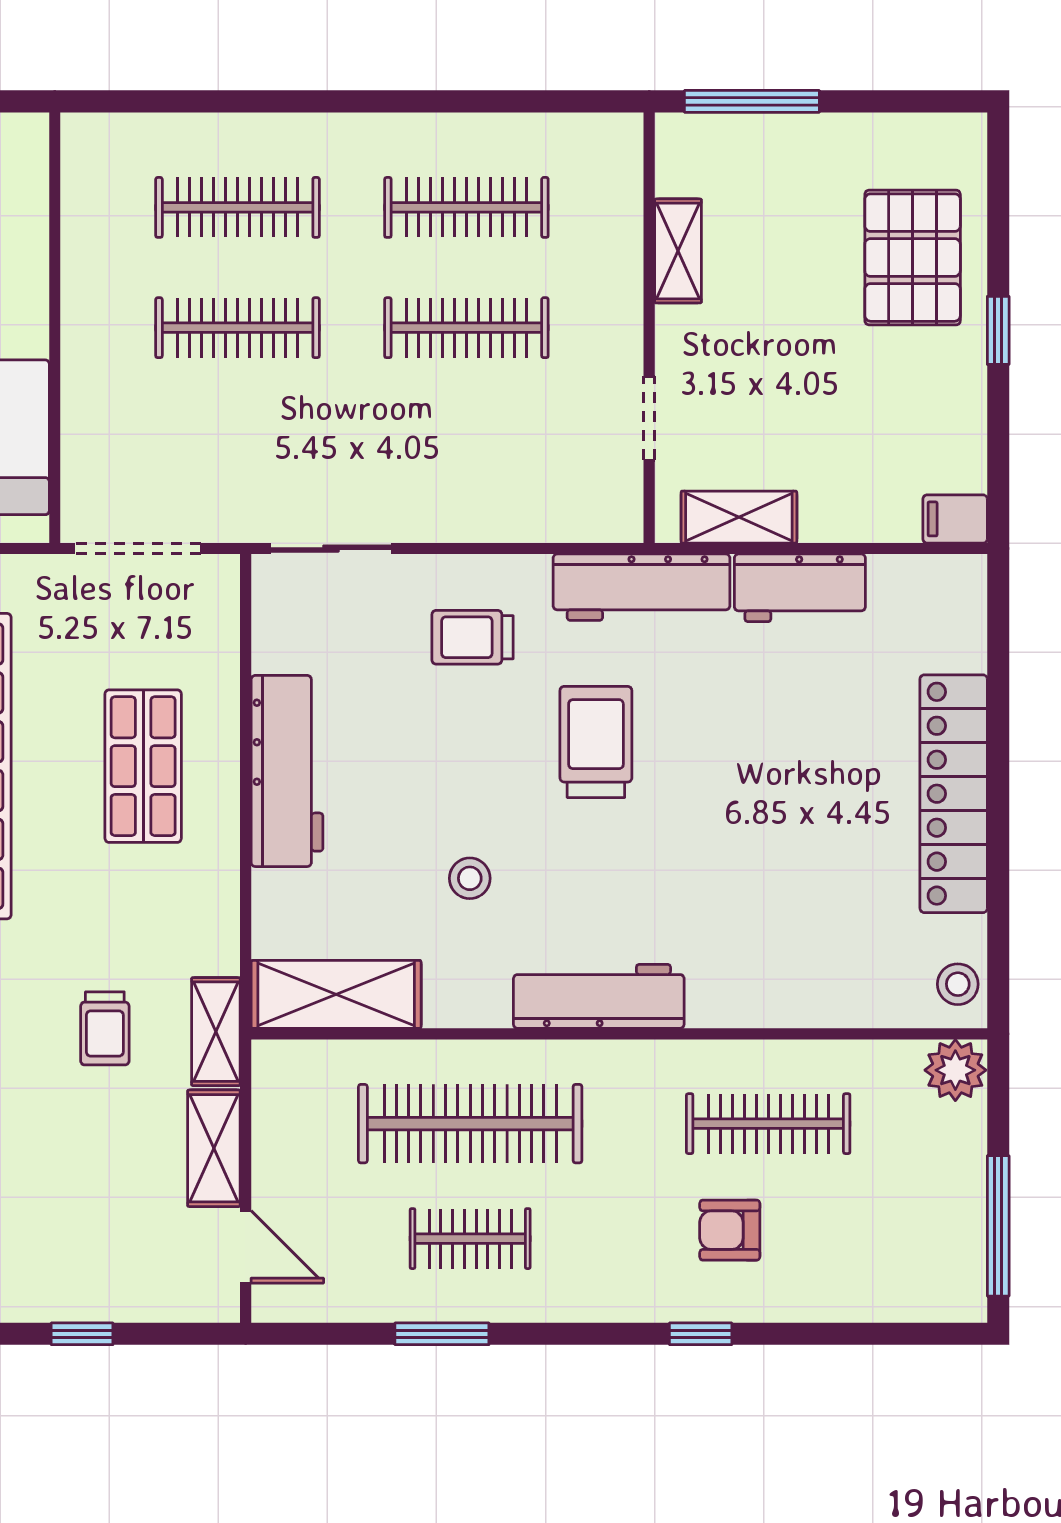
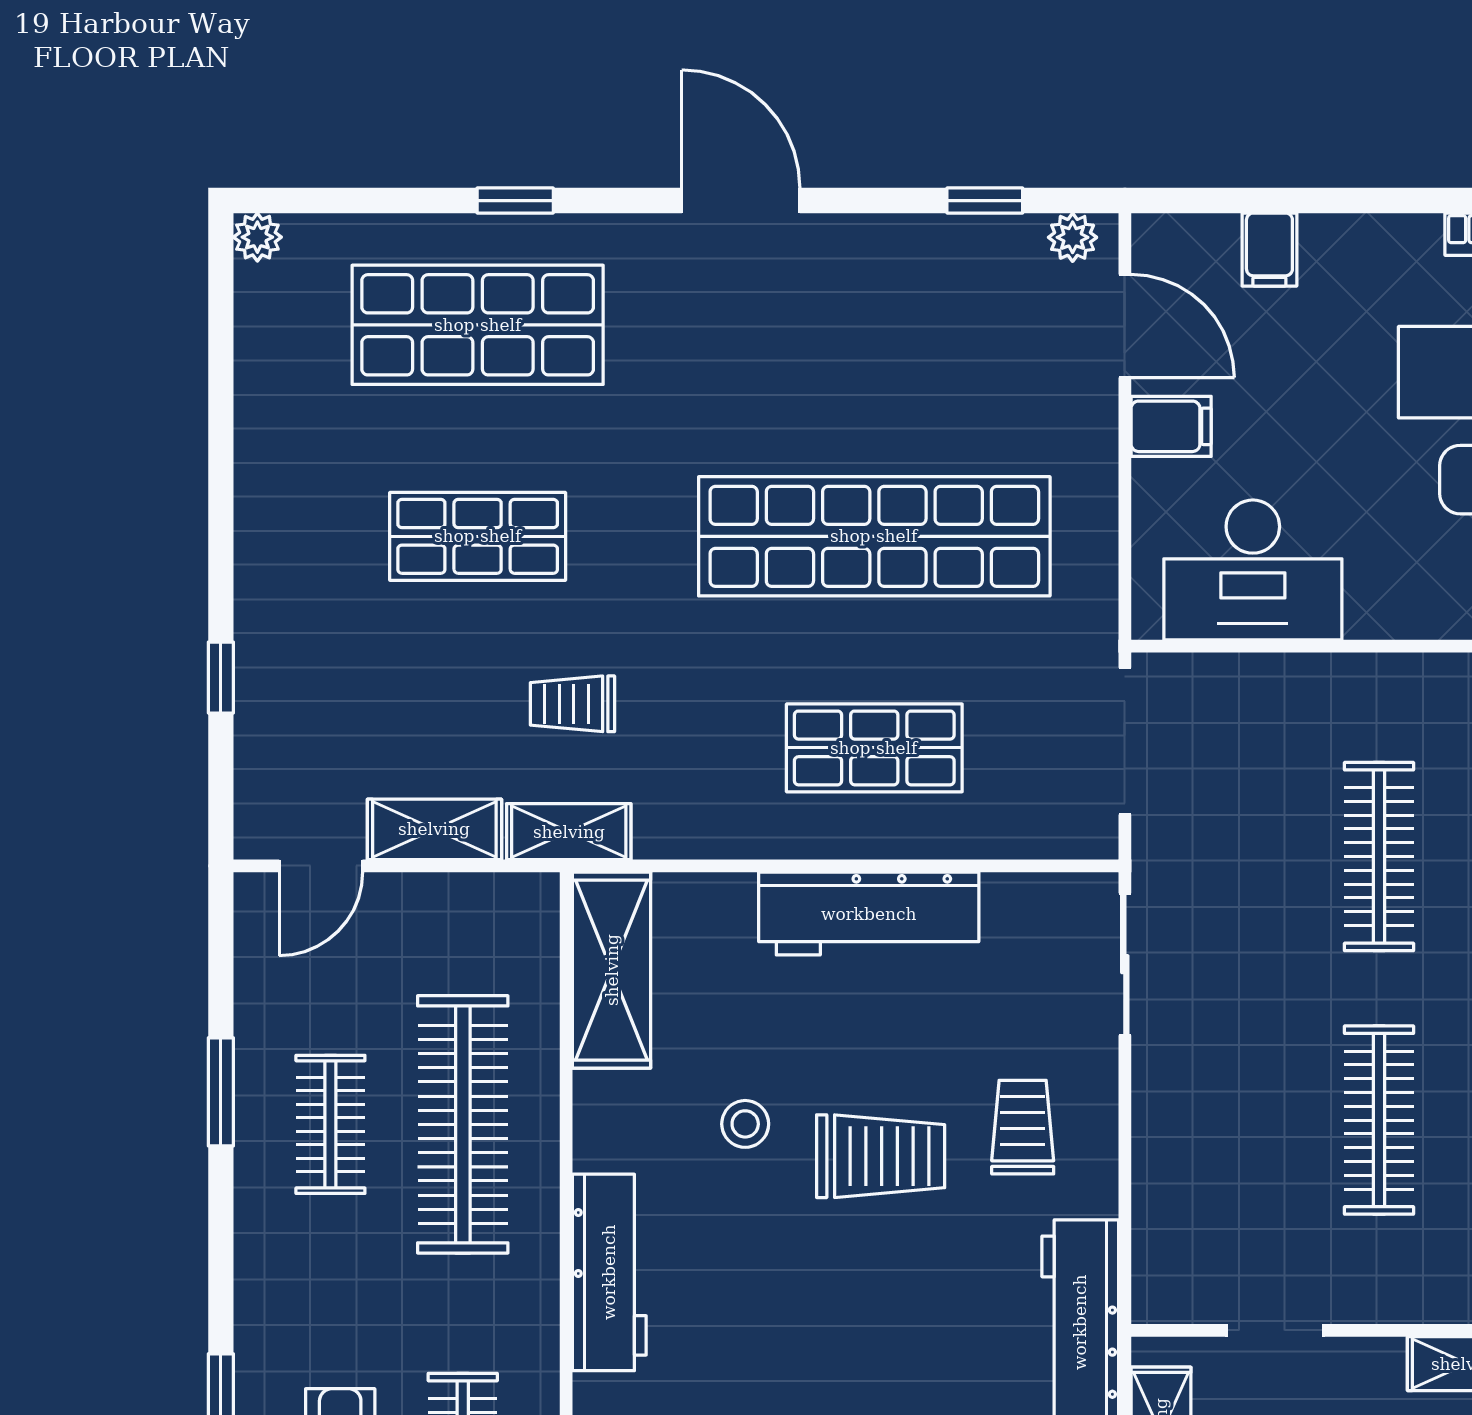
trolley: (596, 742) -> (881, 1156), moved

